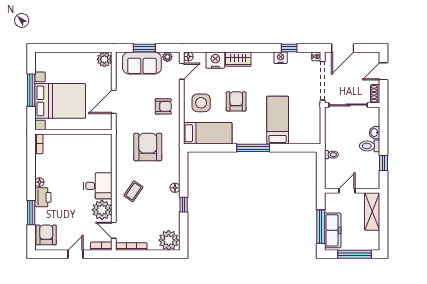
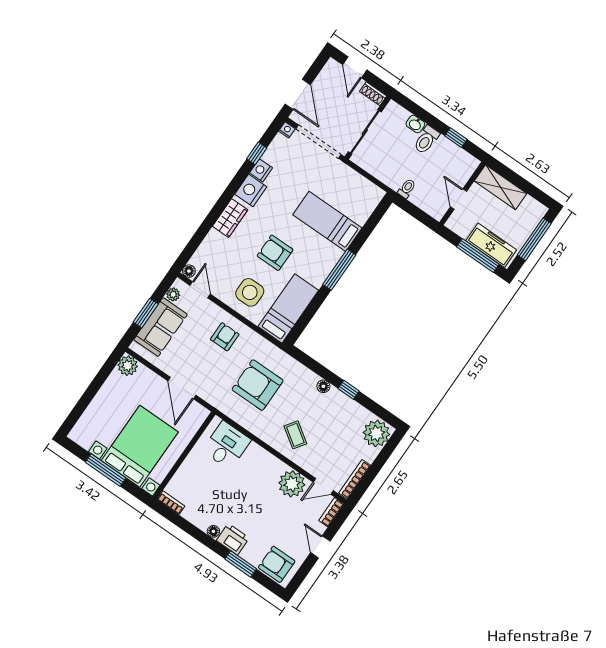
nightstand: (215, 60) -> (251, 190), moved
desk: (98, 186) -> (226, 445), moved

